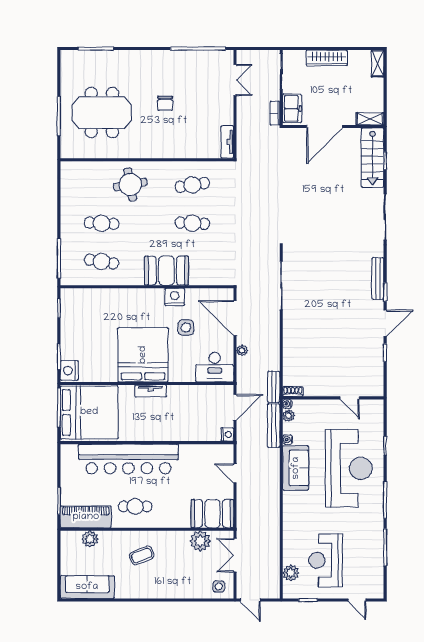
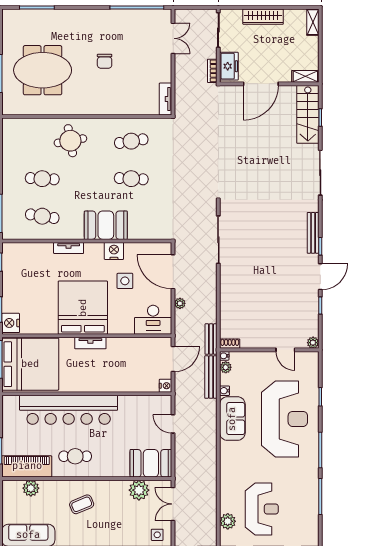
tv unit: (128, 294) -> (69, 248), added
plant: (378, 390) -> (313, 343), added
reception desk: (326, 560) -> (262, 509), turned 180

